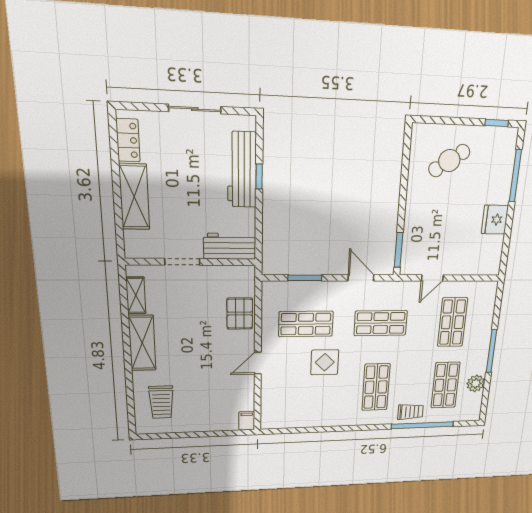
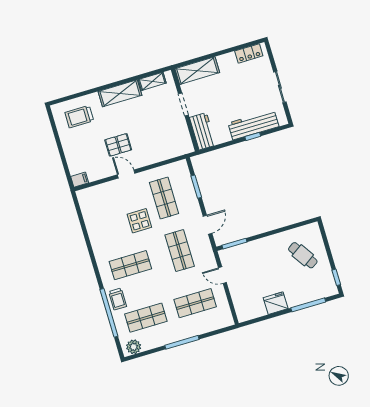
shelving: (134, 197) -> (197, 71), moved
pallet: (240, 314) -> (118, 145), moved
plant: (476, 383) -> (134, 347), moved

